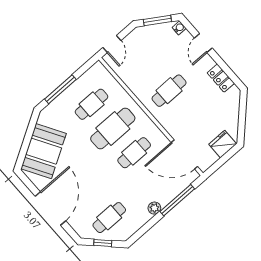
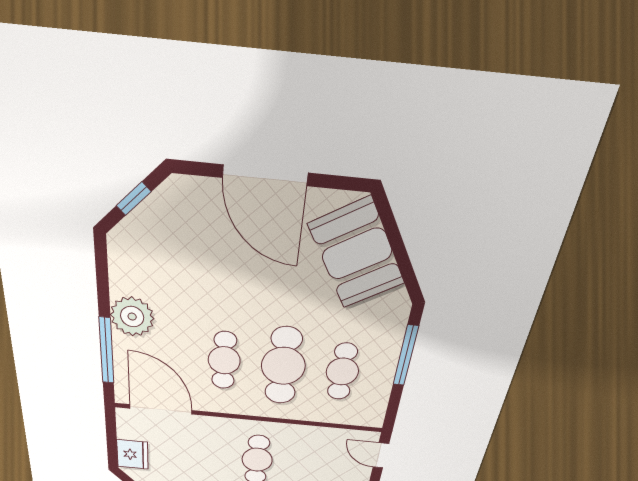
door: (184, 155) -> (161, 409), hinge flipped
plant: (154, 208) -> (132, 317), width x1.87, depth x1.87
cafe table: (109, 218) -> (165, 246), removed

